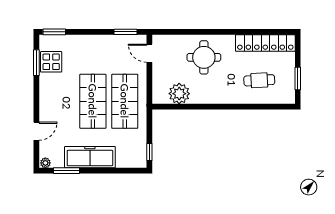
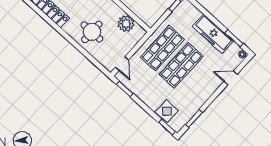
display table: (51, 62) -> (167, 111), moved

